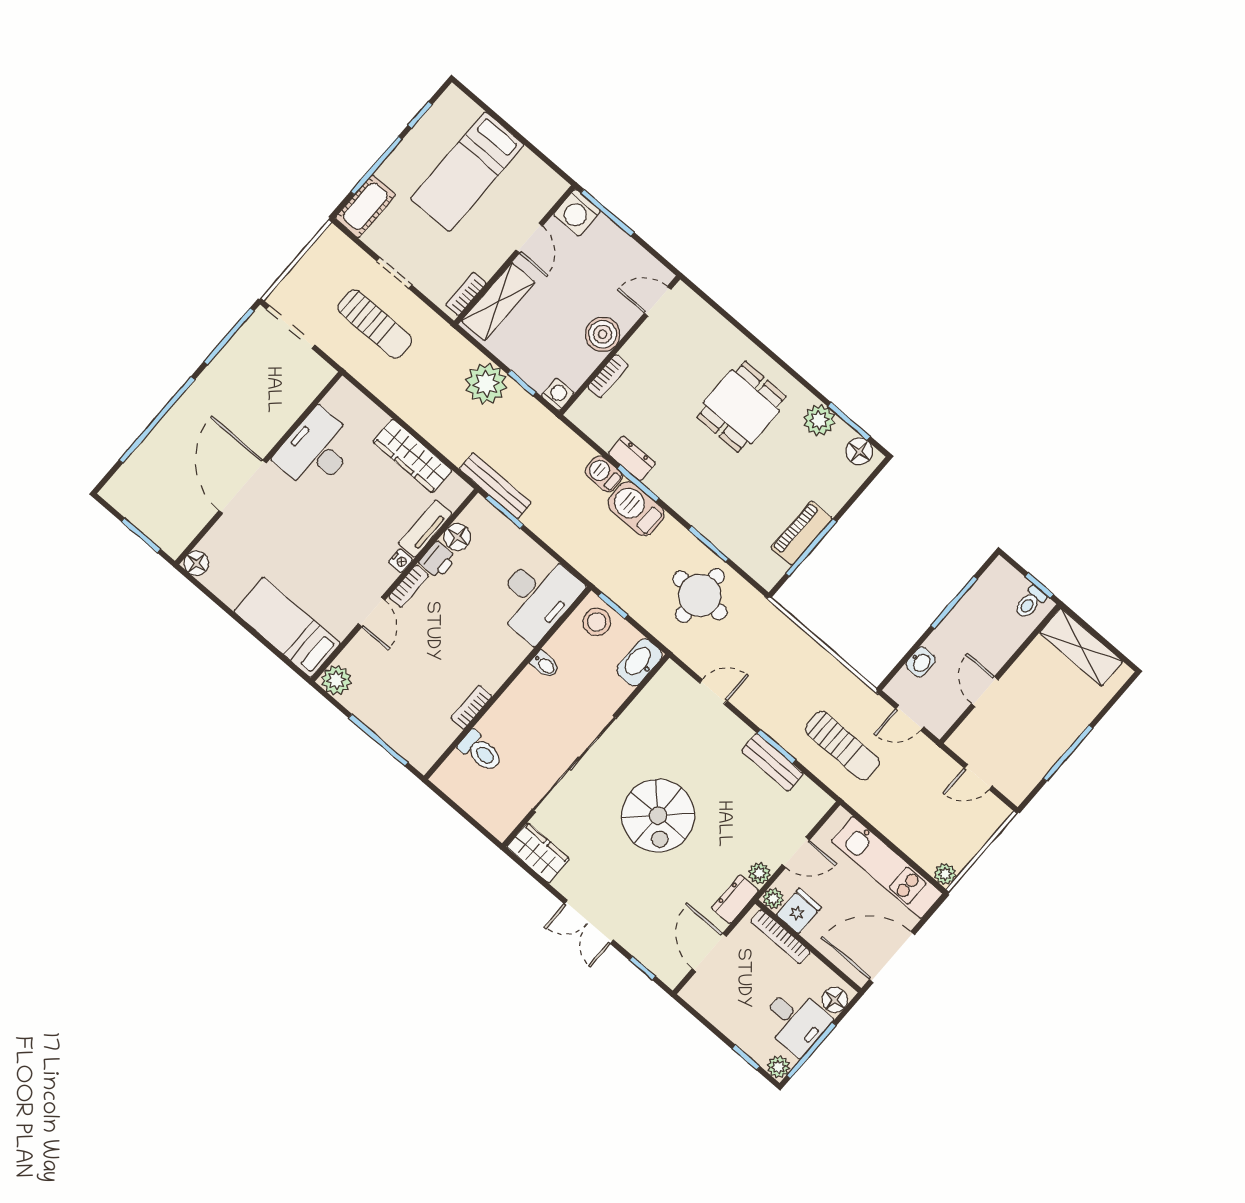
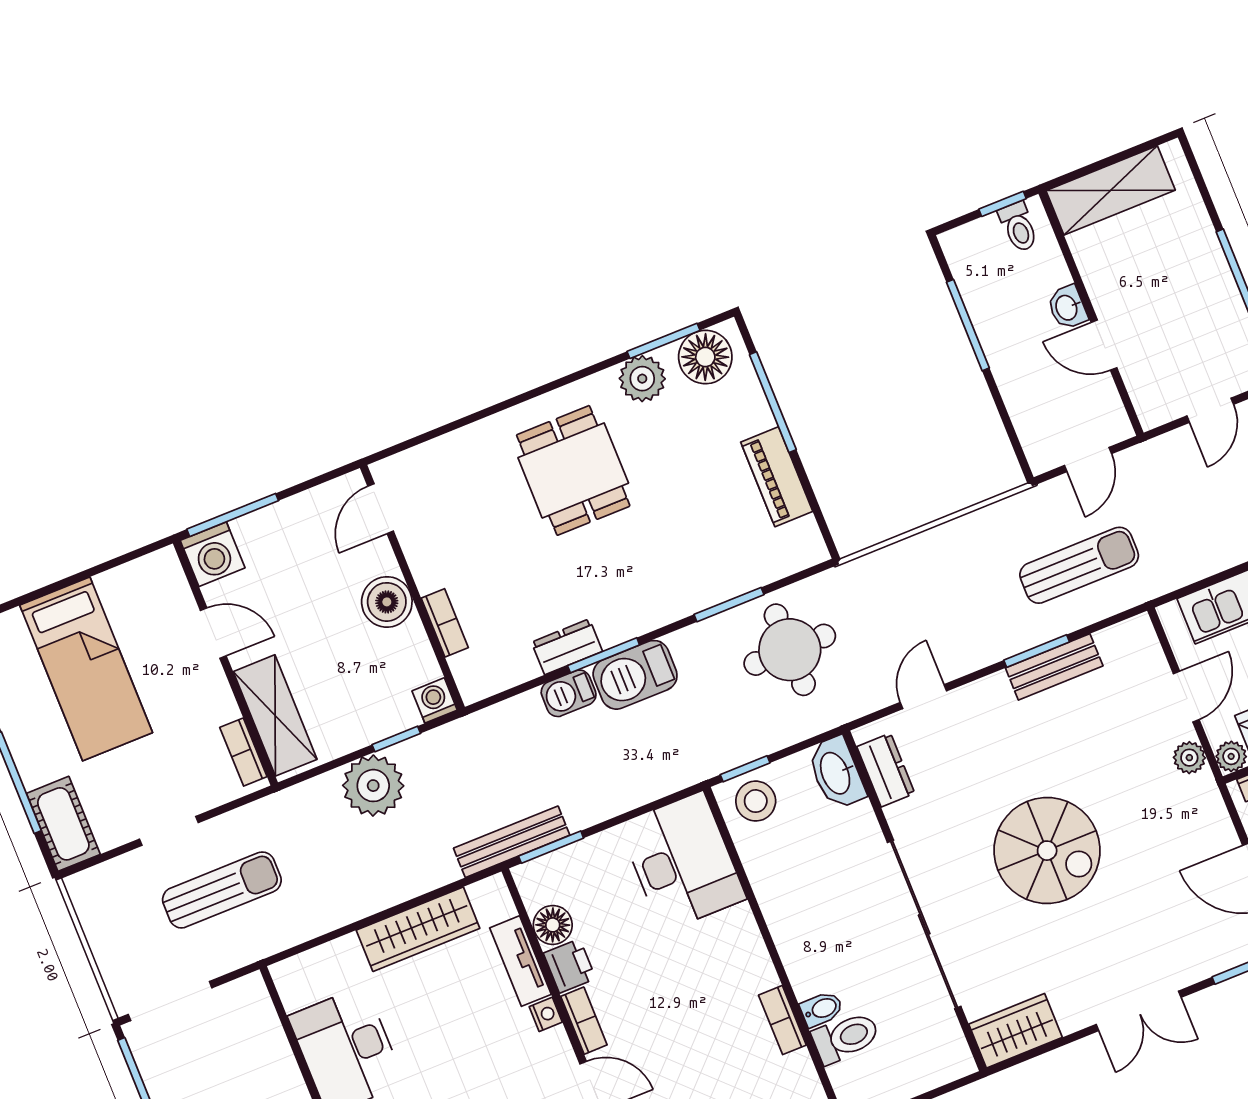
floor lamp: (859, 451) -> (705, 357), width x1.38, depth x1.38
window: (811, 548) -> (773, 402), moved
washbasin: (921, 662) -> (1067, 307), moved, turned 180
bidet: (545, 665) -> (822, 1009), moved
dresser: (735, 899) -> (886, 770), moved, turned 180

